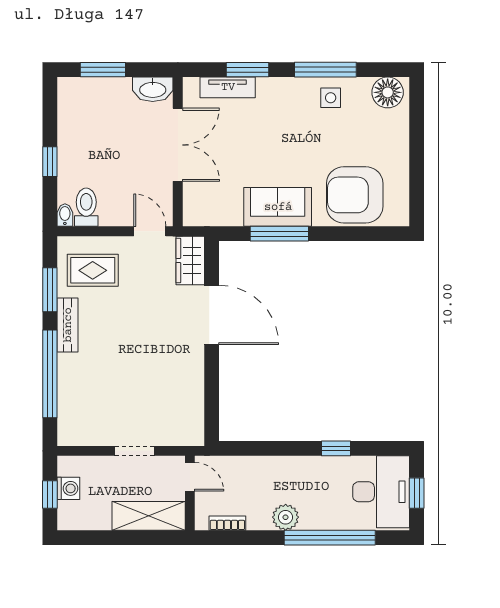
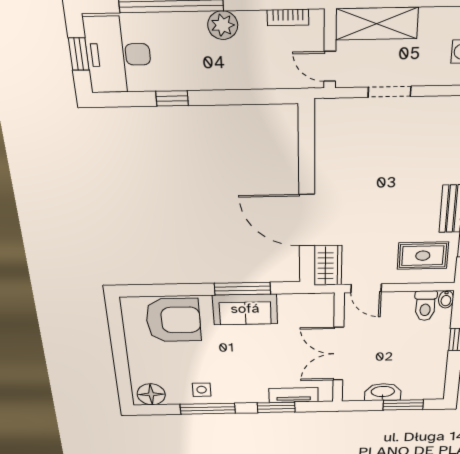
washbasin: (153, 89) -> (383, 392), moved

